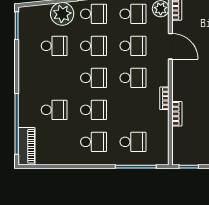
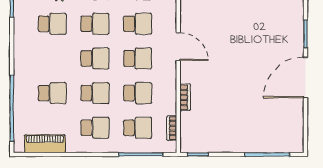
door: (170, 46) -> (178, 47), moved
bookcase: (164, 98) -> (172, 128), moved
school desk: (133, 110) -> (138, 93), added
piano: (27, 146) -> (45, 144), moved, turned -90

